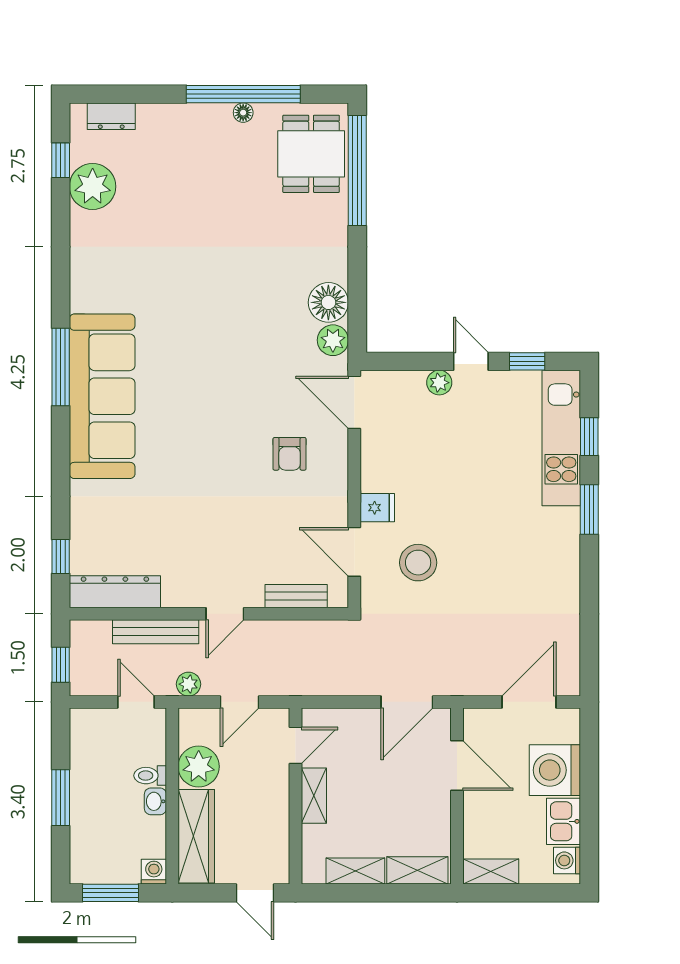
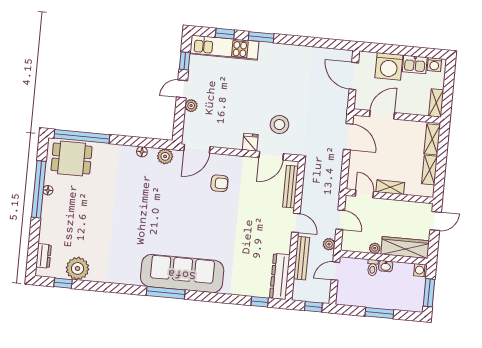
floor lamp: (328, 302) -> (142, 152), width x0.53, depth x0.53
bench: (296, 596) -> (290, 187), width x1.36
plant: (199, 767) -> (375, 248), width x0.53, depth x0.53

